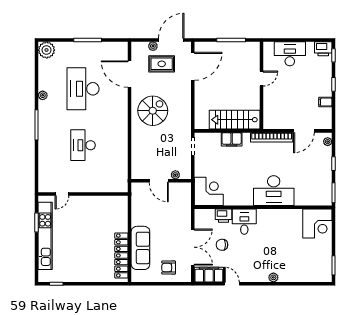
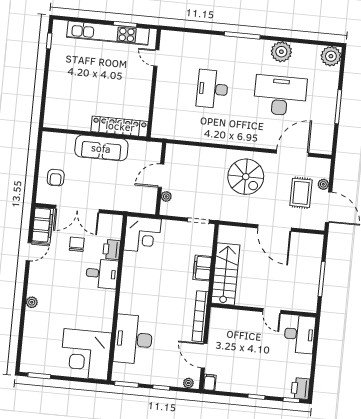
desk: (290, 54) -> (300, 334), moved
door: (193, 66) -> (274, 228), moved
plant: (43, 95) -> (281, 52), width x1.87, depth x1.87
filing cabinet: (325, 102) -> (209, 382), moved
desk: (83, 145) -> (212, 89), turned -90
desk: (274, 191) -> (133, 339), moved
corner desk: (317, 224) -> (86, 354), width x1.36, depth x1.36
sofa: (140, 248) -> (101, 148), moved
locker: (121, 256) -> (120, 126), moved
armchair: (169, 268) -> (56, 178), turned 180

